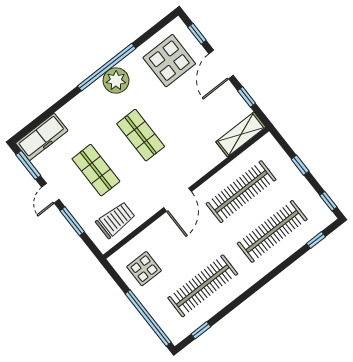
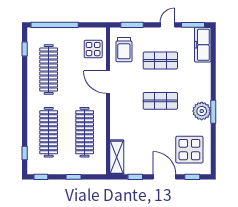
window: (107, 67) -> (213, 112), width x0.47
door: (50, 193) -> (167, 25), hinge flipped
door: (178, 200) -> (108, 82), moved
window: (72, 221) -> (132, 25), moved
display table: (144, 269) -> (93, 49), moved

